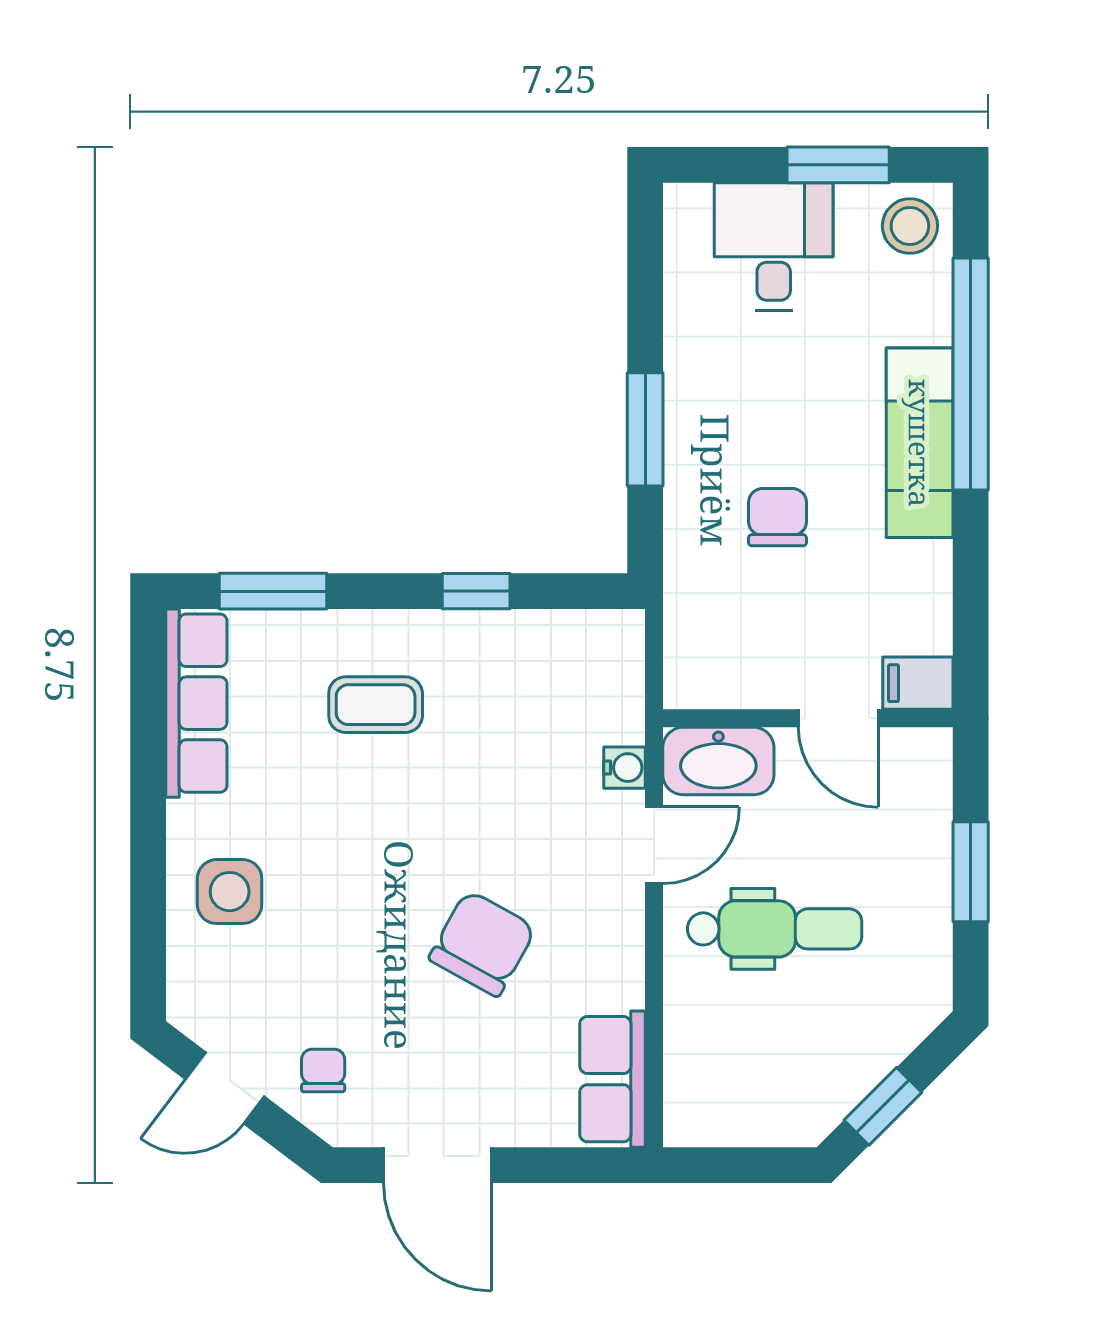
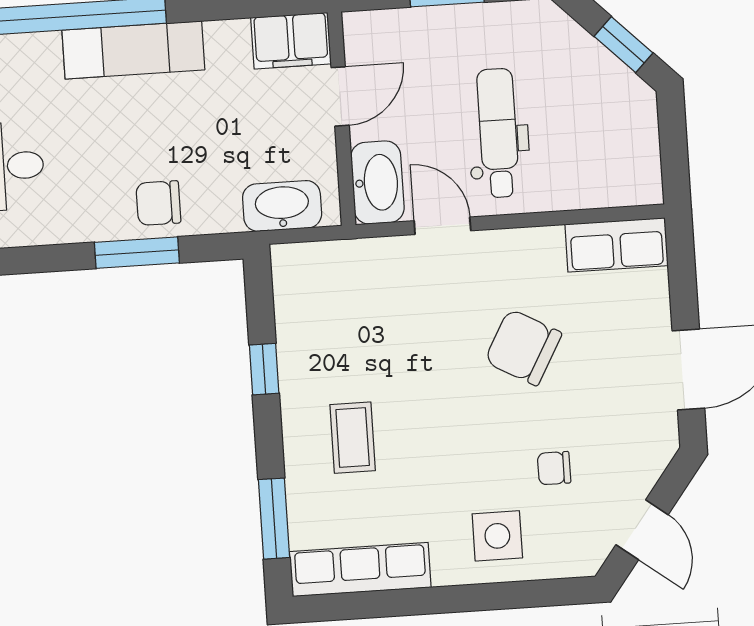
chair: (777, 517) -> (158, 203), moved
washbasin: (695, 630) -> (282, 206), added
filing cabinet: (918, 683) -> (291, 41), width x2.00
water cooler: (624, 768) -> (387, 251), removed
chair: (323, 1071) -> (554, 468), moved

